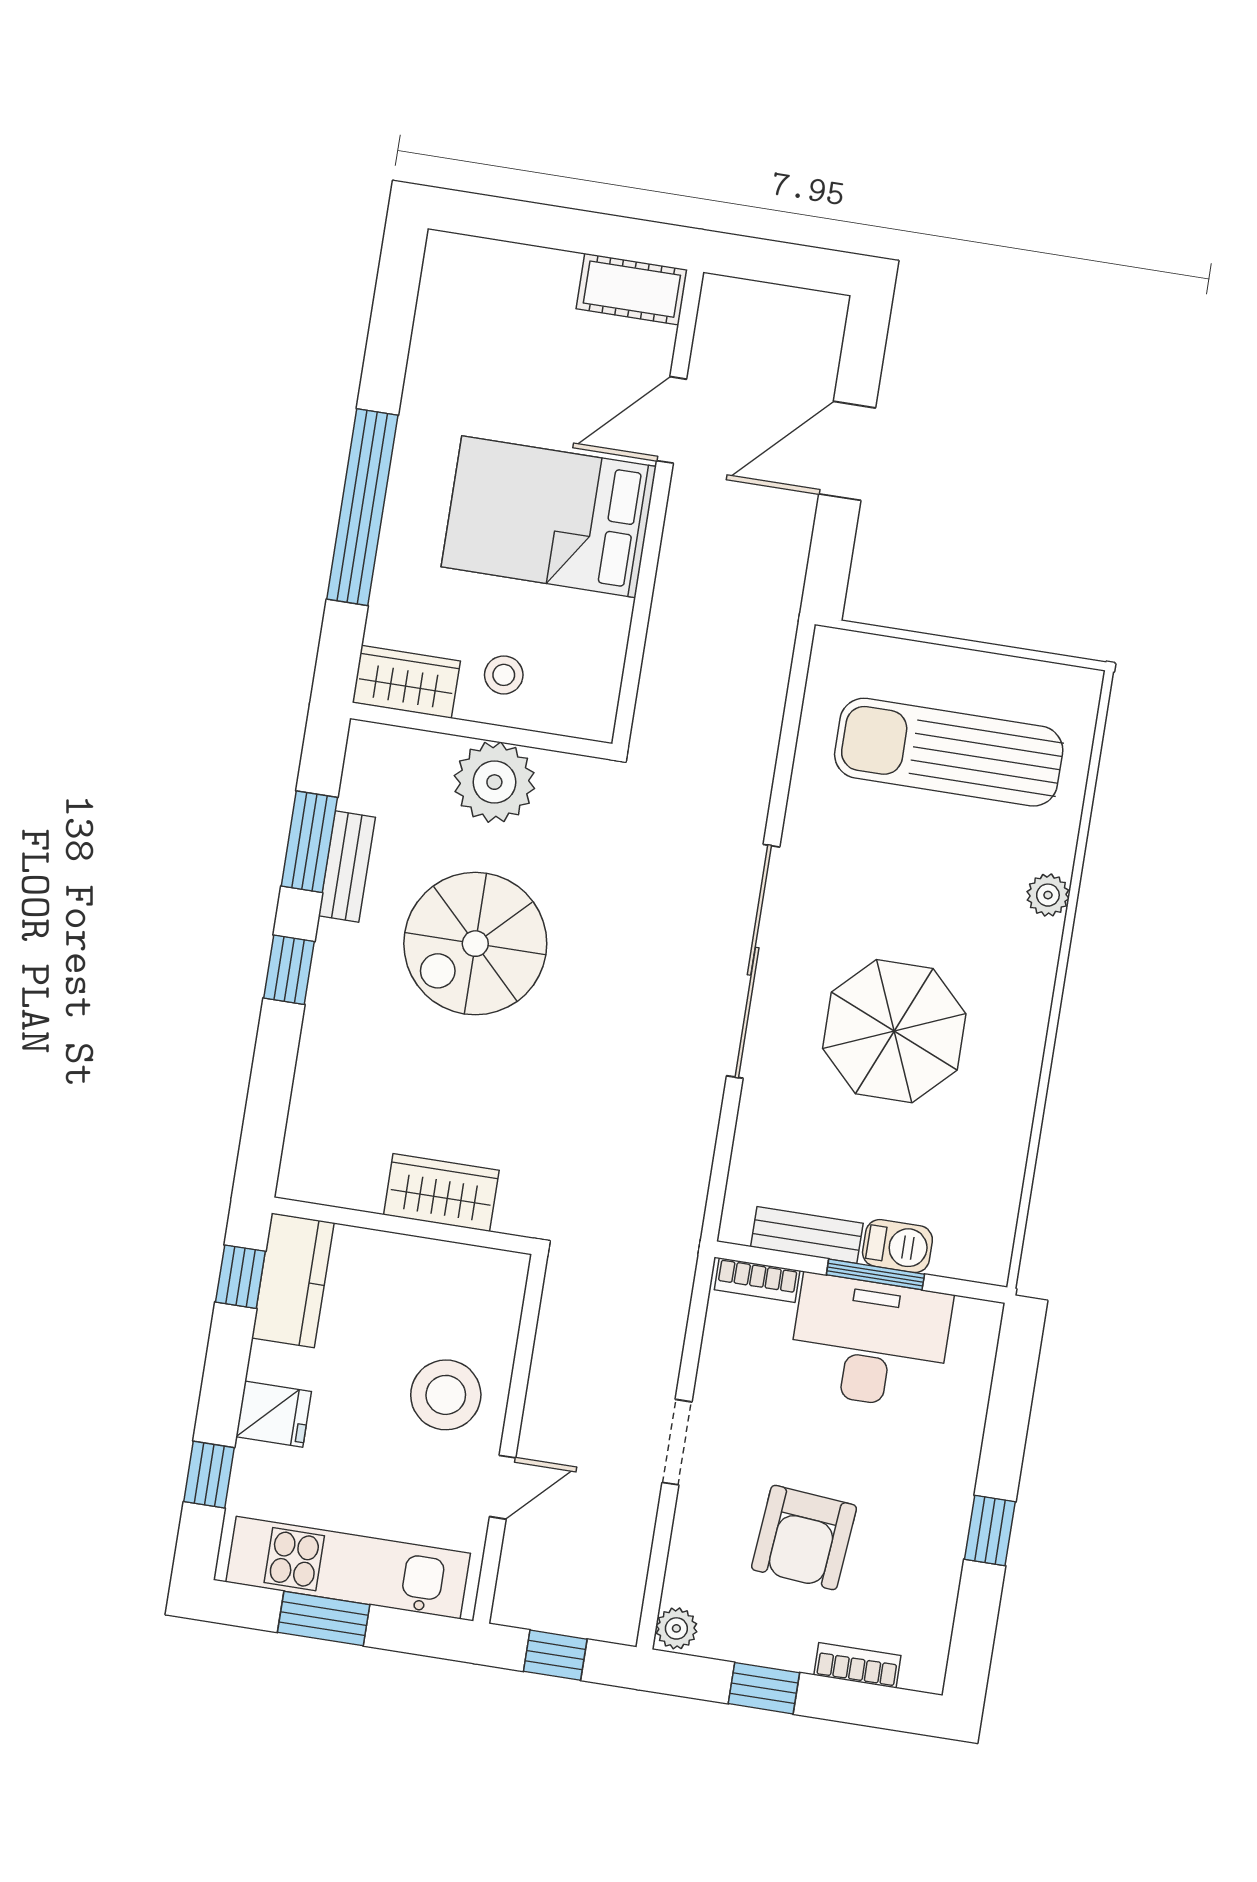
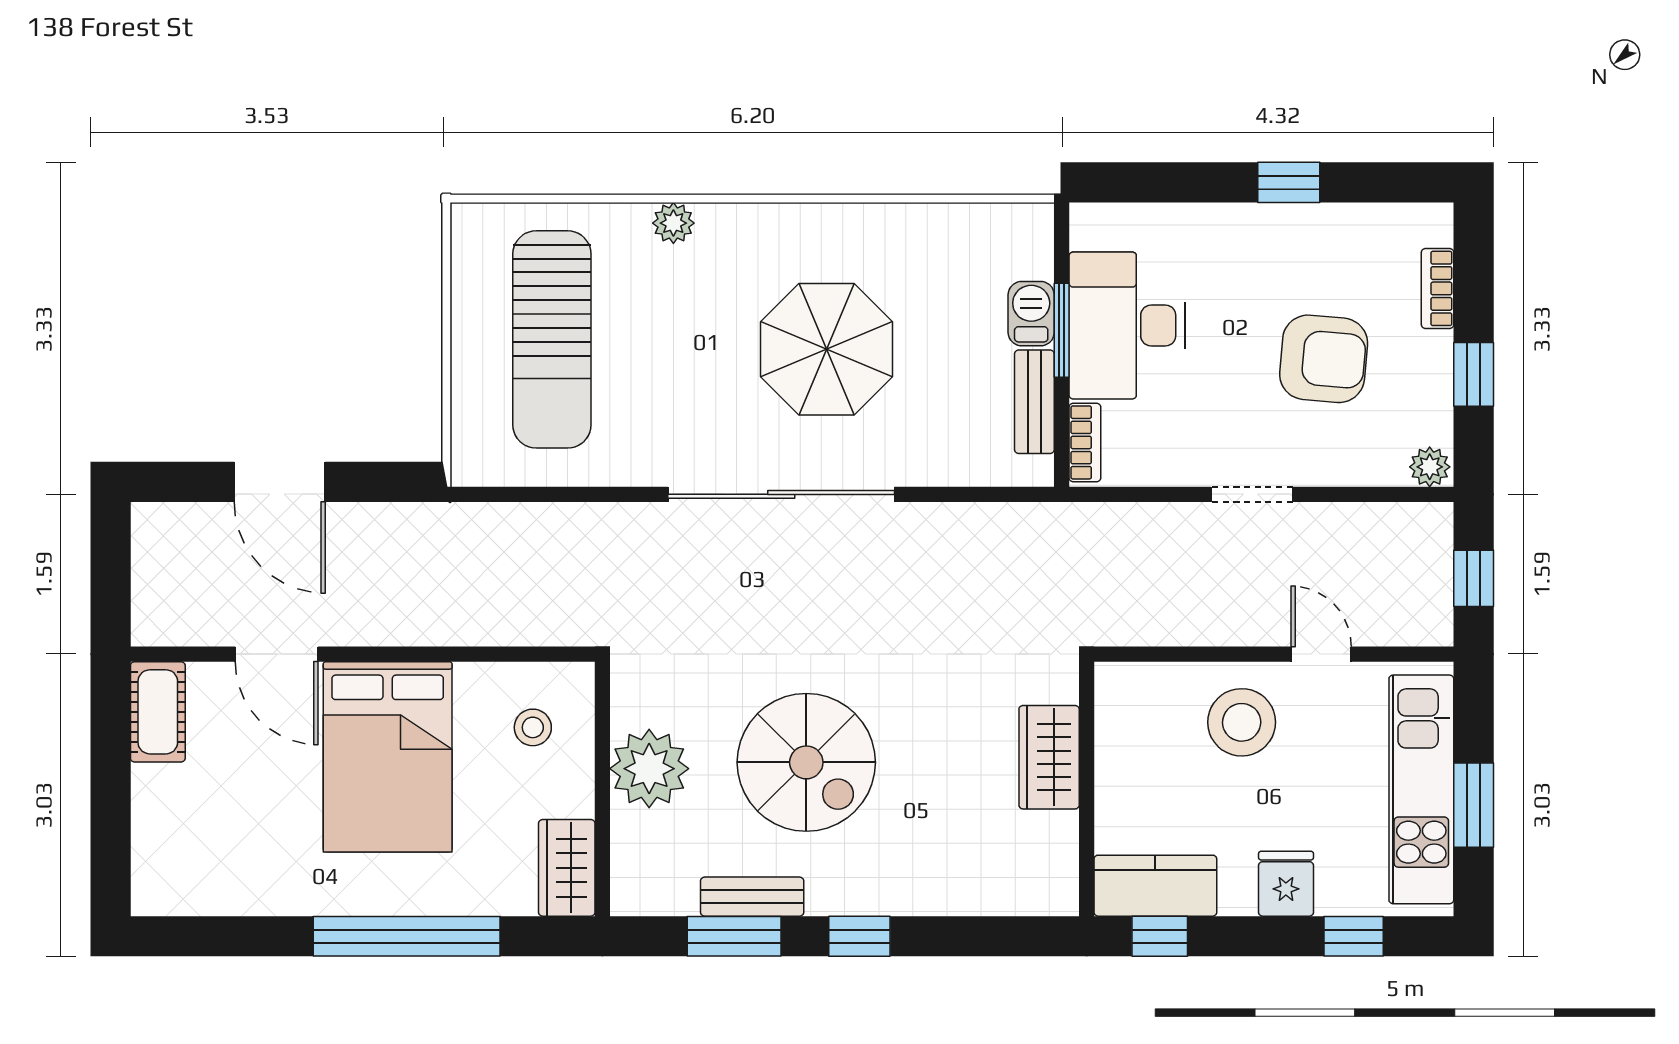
stool: (504, 675) -> (533, 727), moved

